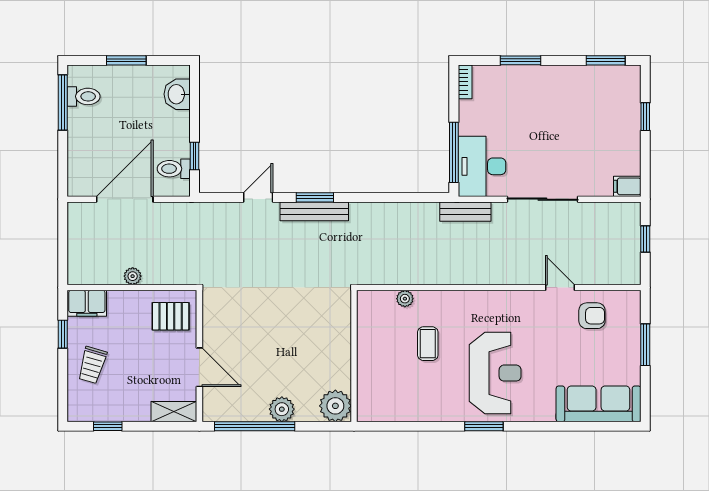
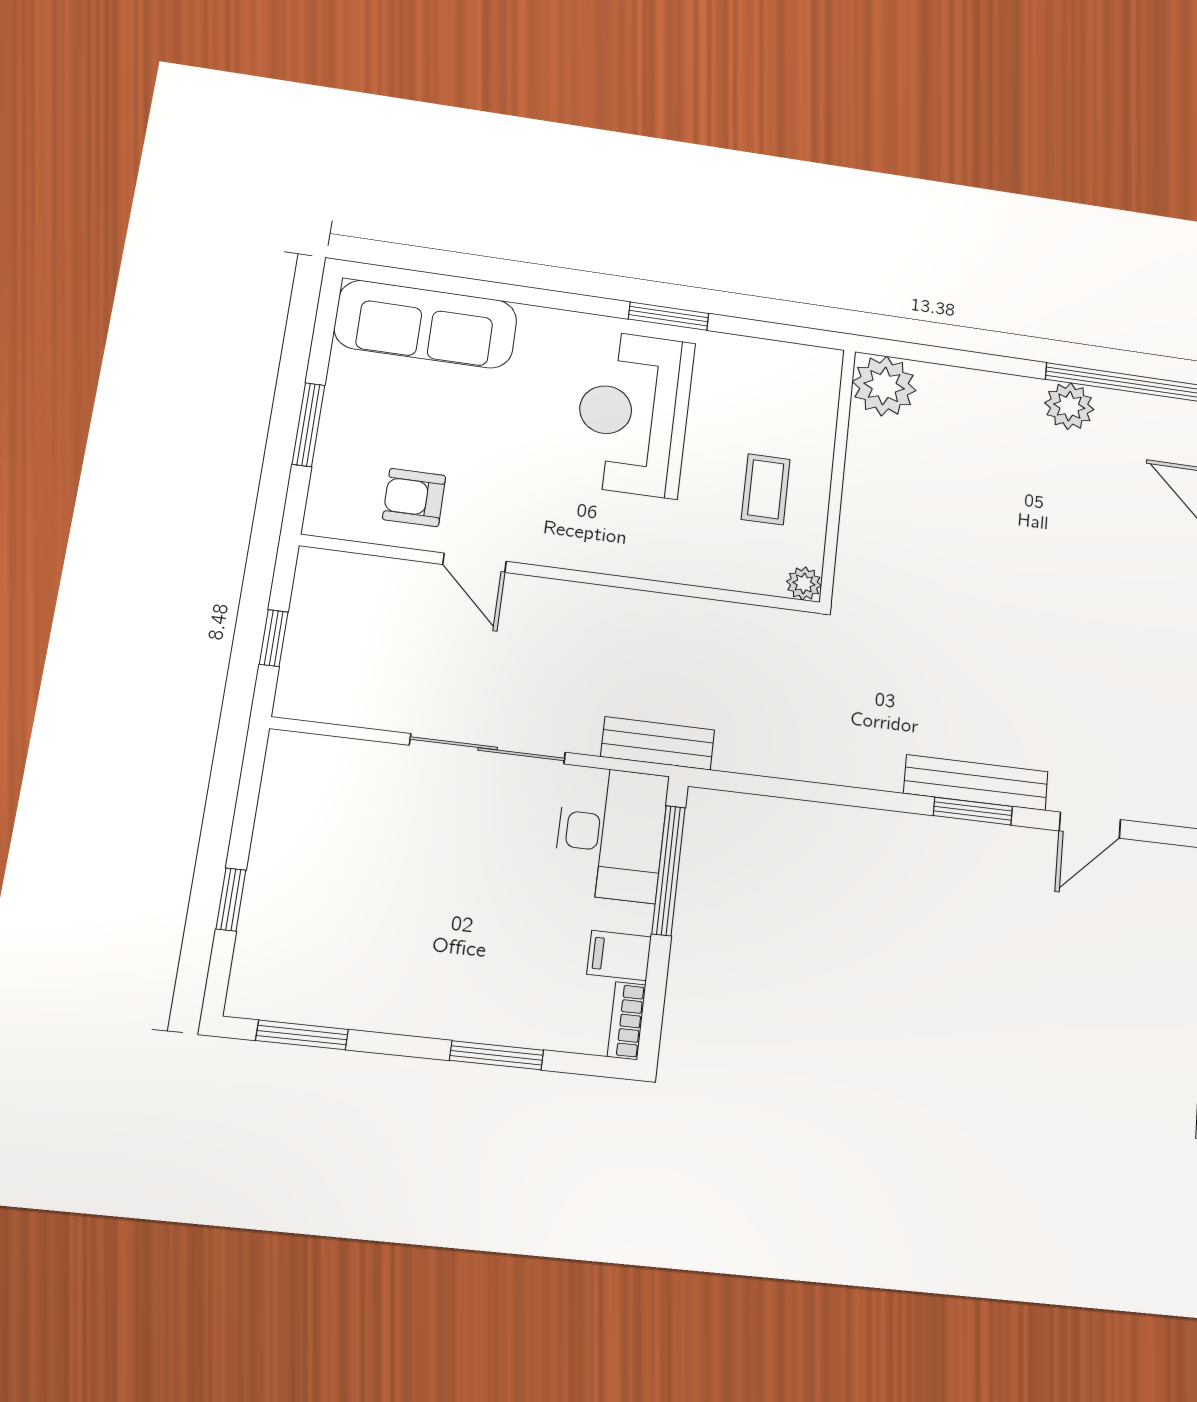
filing cabinet: (627, 186) -> (619, 955), moved, turned 180
wall: (354, 356) -> (838, 475), moved
plant: (335, 406) -> (884, 386), moved

